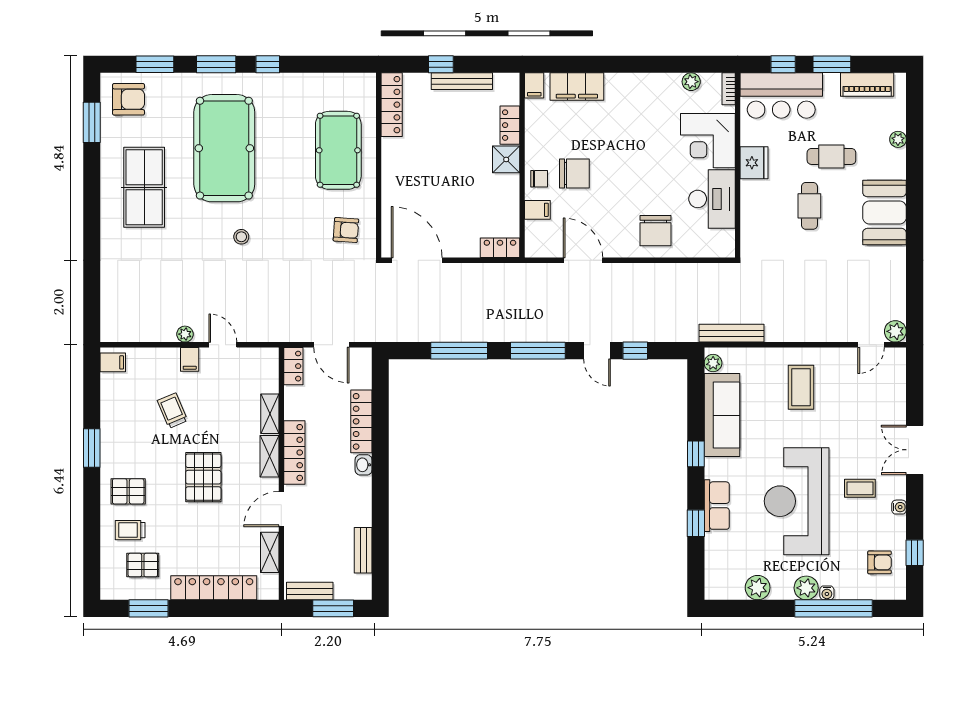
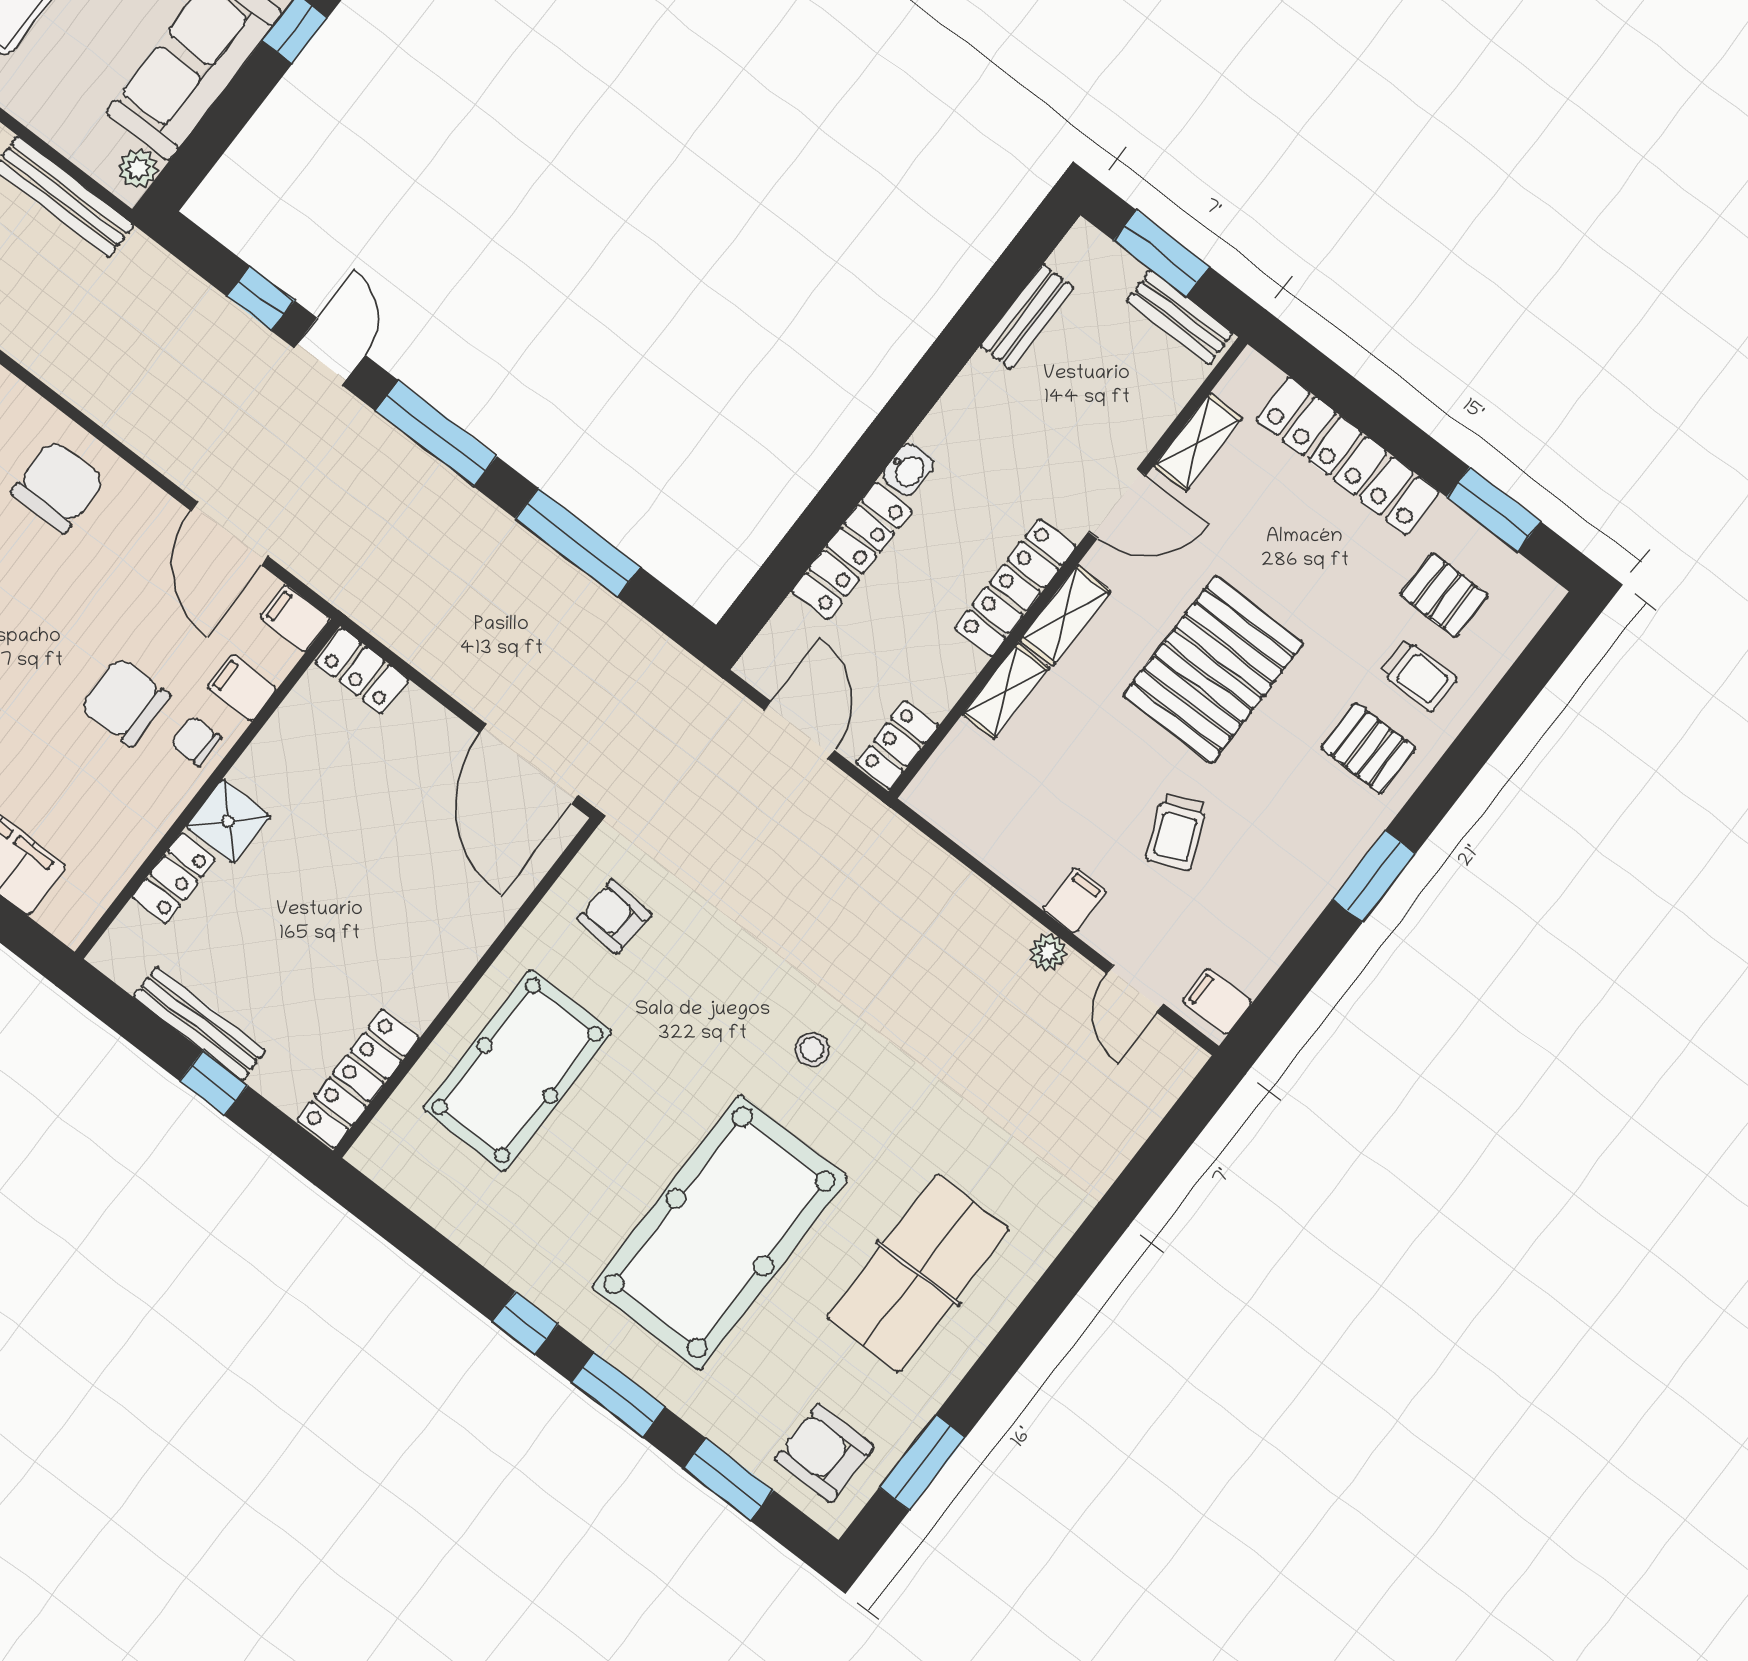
filing cabinet: (534, 85) -> (295, 618), moved, turned -90
door: (223, 345) -> (1135, 989), moved
pallet: (203, 477) -> (1213, 669), width x1.37, depth x1.41

